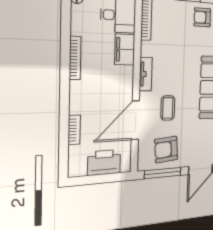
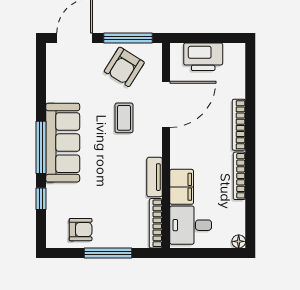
tv unit: (146, 74) -> (155, 177), moved
bookcase: (74, 130) -> (239, 125), moved, width x1.56
armchair: (166, 149) -> (124, 67), turned 127

